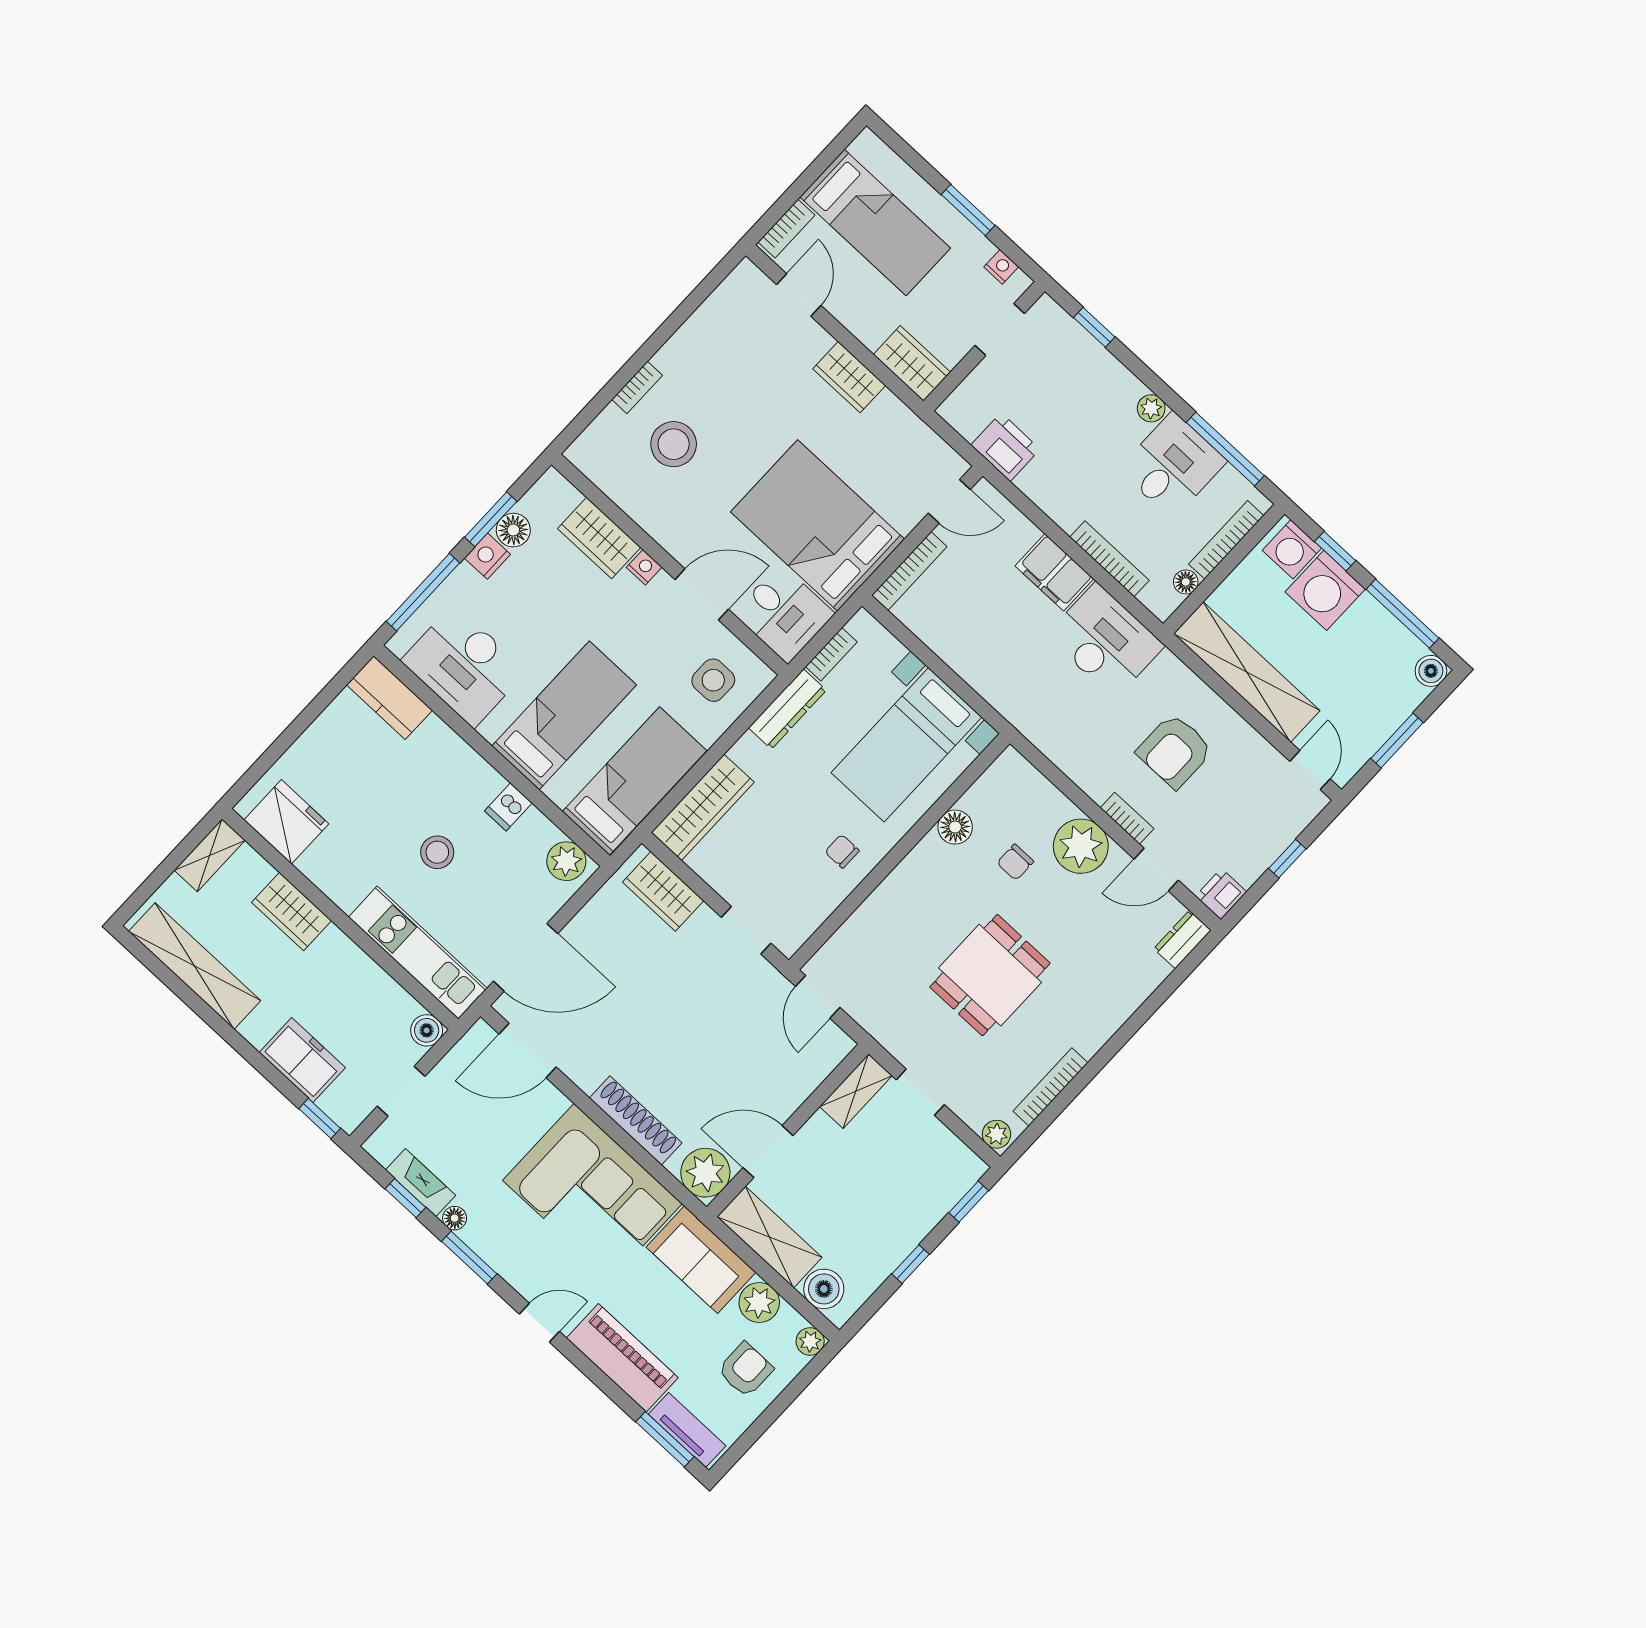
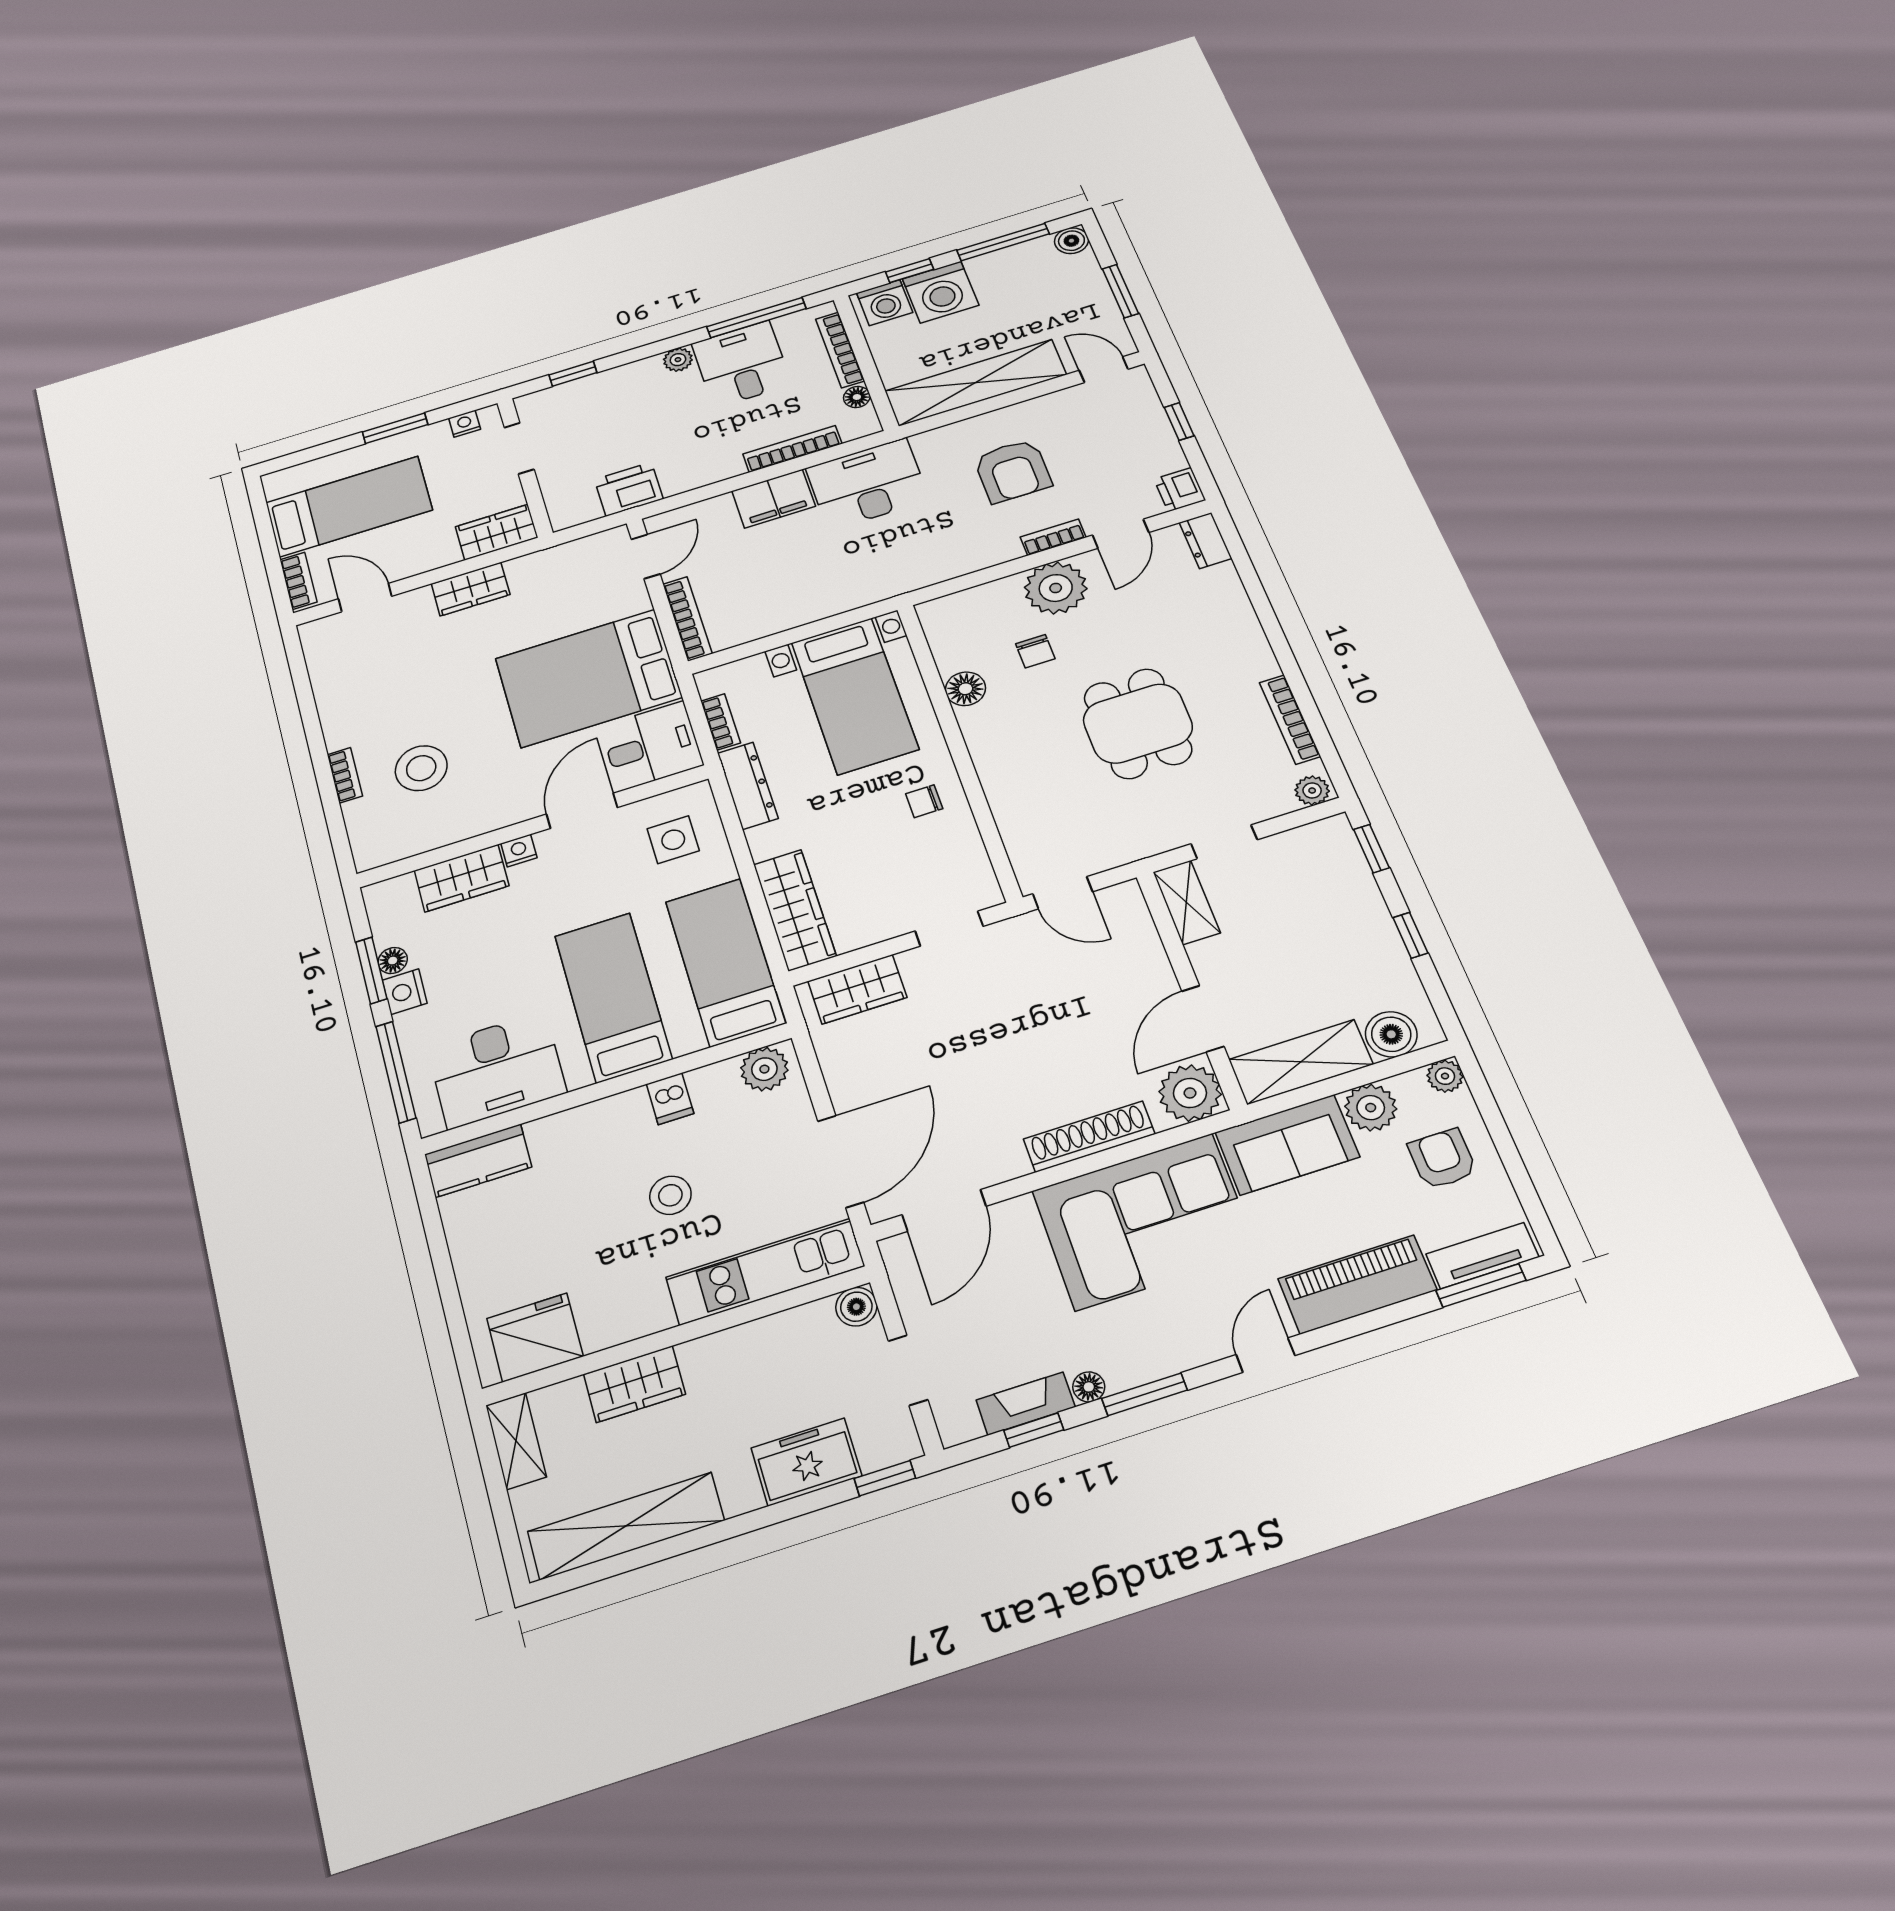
floor lamp: (513, 530) -> (393, 961), width x0.73, depth x0.73

